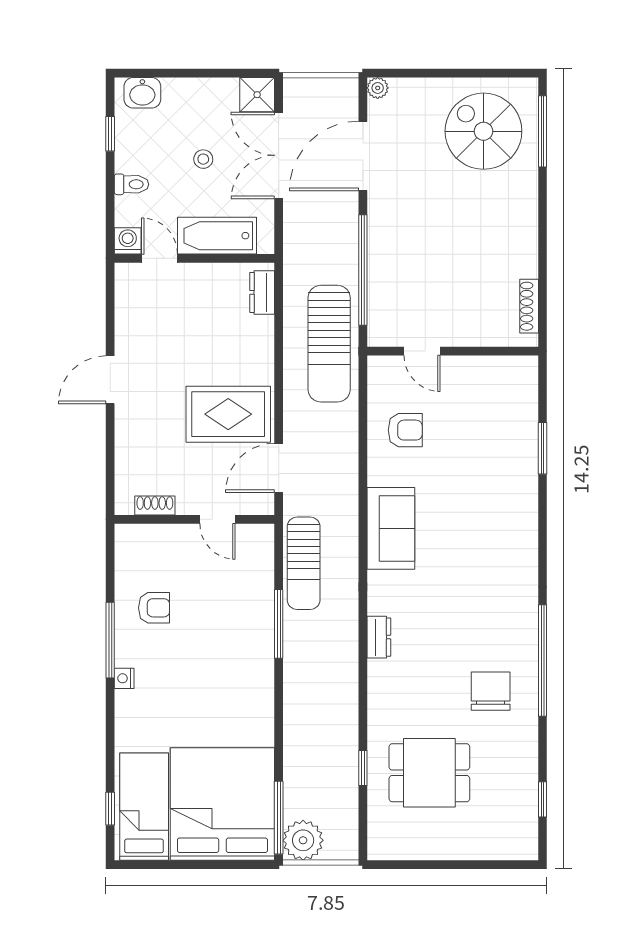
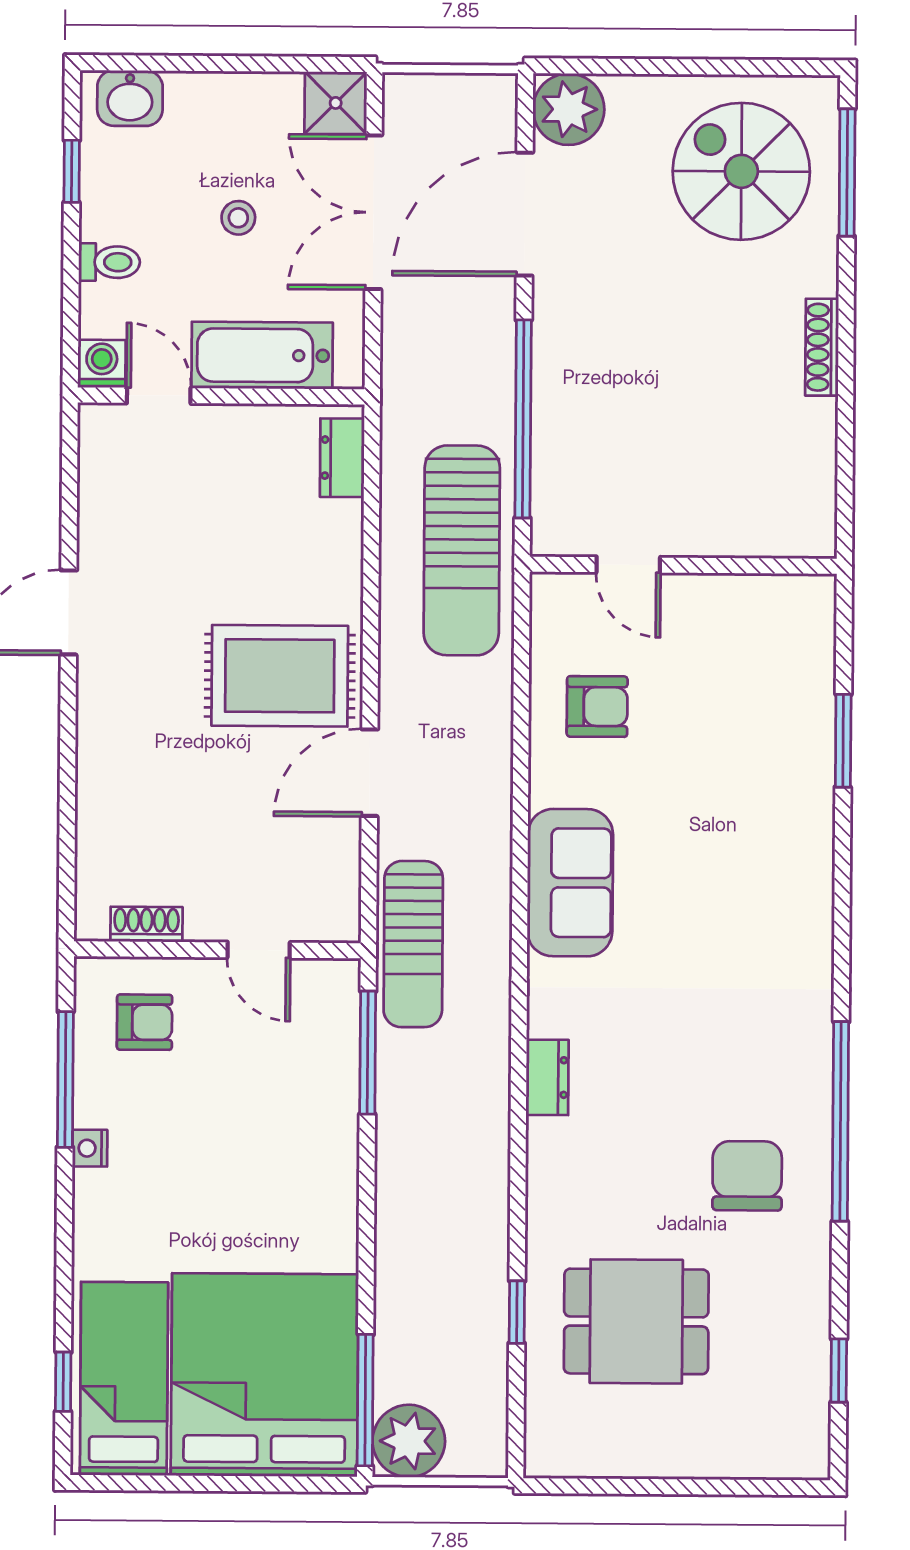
plant: (378, 88) -> (569, 109), width x1.88, depth x1.88
shoe rack: (529, 306) -> (822, 347), moved
shoe rack: (155, 506) -> (146, 924), moved
wall: (194, 519) -> (217, 950), moved
door: (217, 519) -> (259, 950), moved

